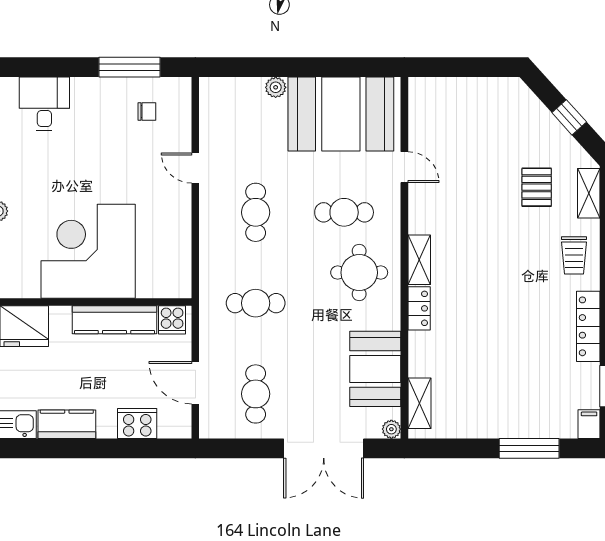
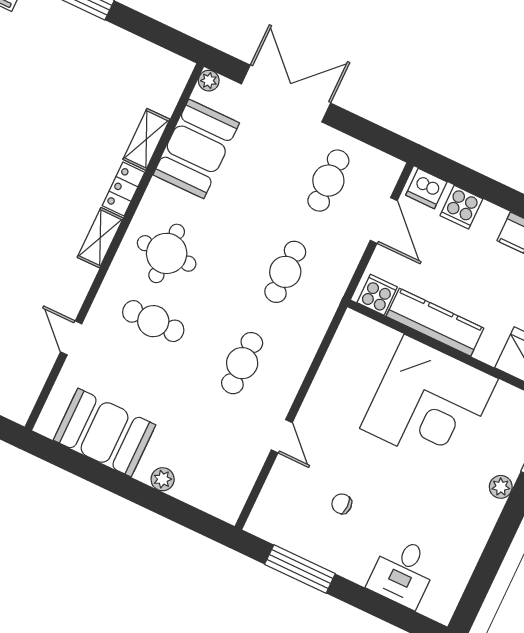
chair: (147, 111) -> (342, 504), moved
booth: (341, 114) -> (105, 432), width x0.73, depth x0.70
cafe table: (256, 303) -> (285, 272), turned 90
shelving: (419, 403) -> (146, 139), moved
cooker: (137, 423) -> (461, 207), width x0.73
dishwasher: (173, 425) -> (426, 188), added

